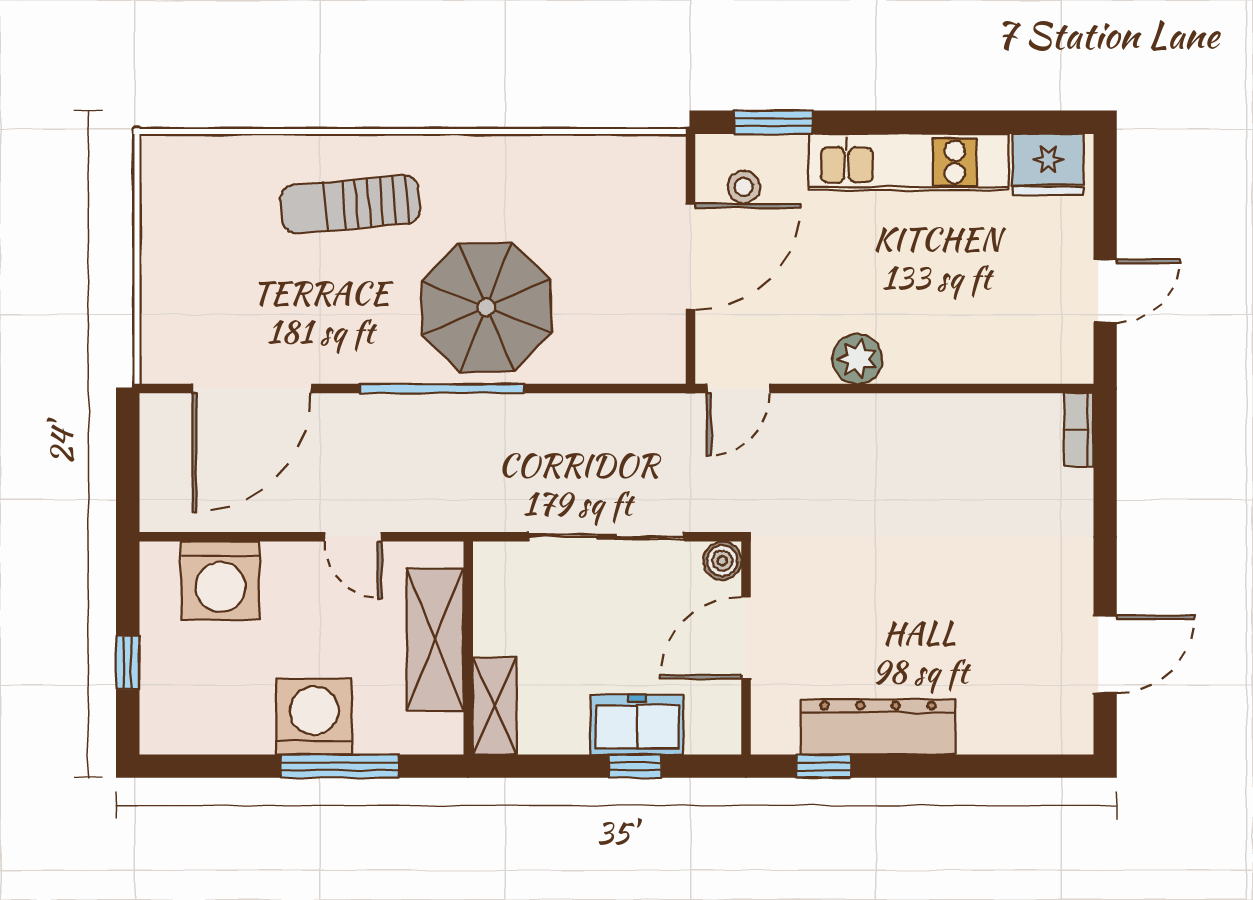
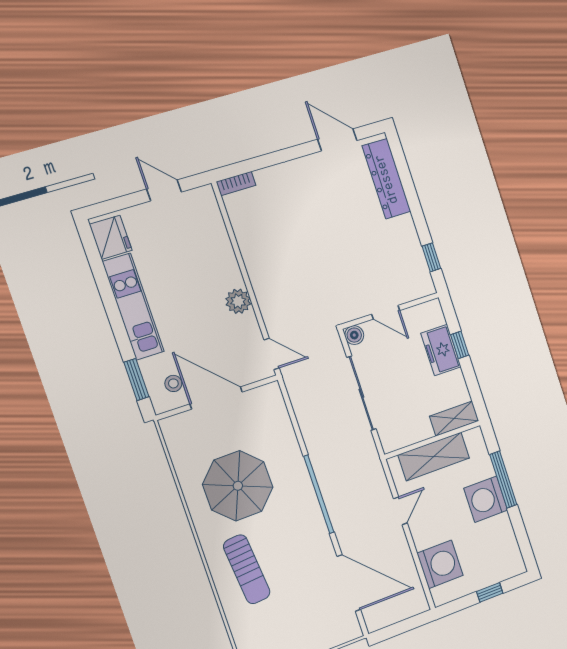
parasol: (486, 307) -> (238, 486), moved
door: (746, 638) -> (386, 312), width x0.73
dresser: (878, 727) -> (386, 179), moved

